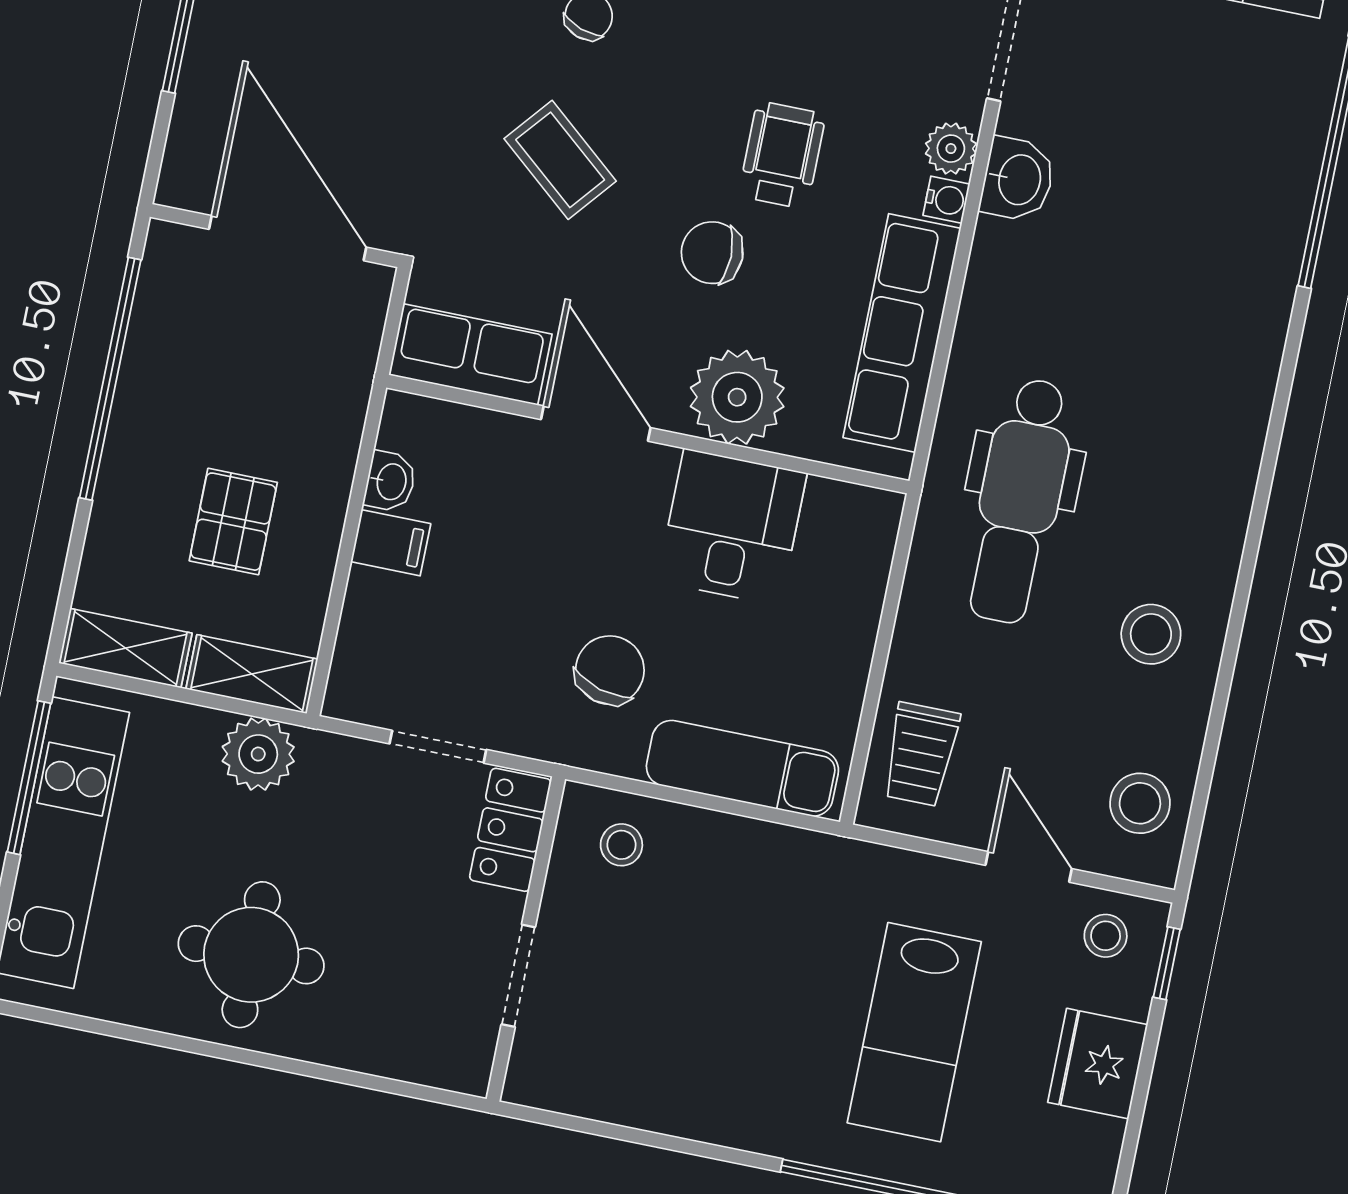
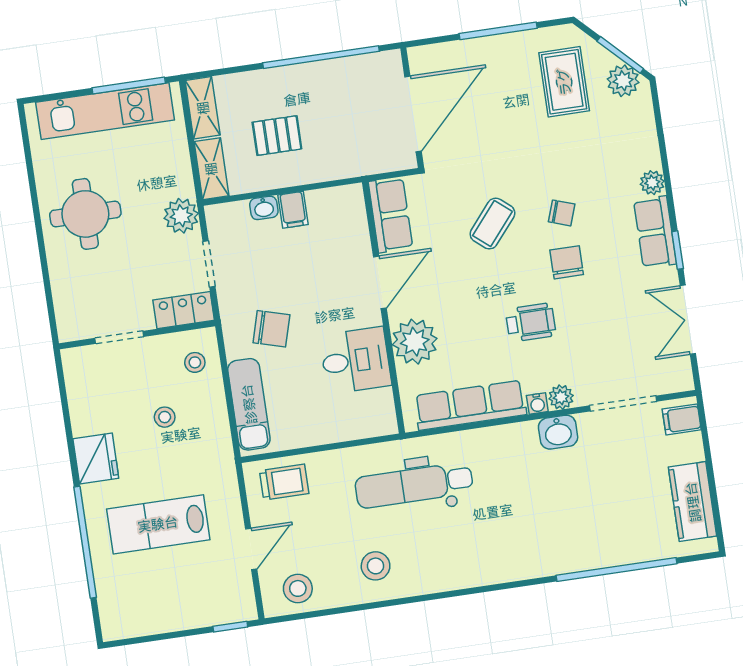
chair: (712, 253) -> (567, 262), moved
washbasin: (390, 482) -> (264, 208), moved
plant: (258, 754) -> (181, 216), moved
trolley: (921, 754) -> (284, 482), turned 180
stool: (1106, 936) -> (165, 417), moved
fridge: (1098, 1064) -> (96, 458), moved, turned 90

